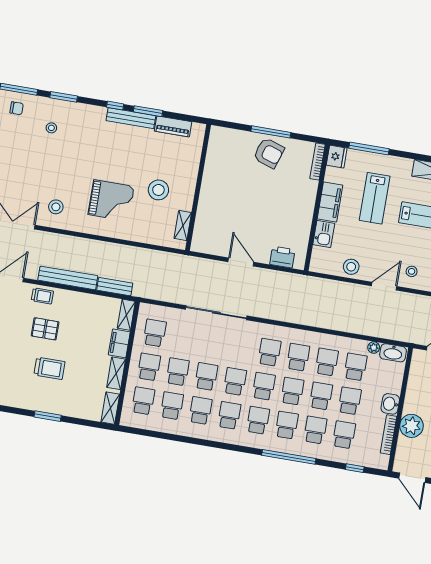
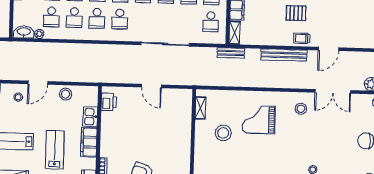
printer: (282, 257) -> (109, 102), moved, turned -90
bench: (115, 287) -> (231, 53), moved

